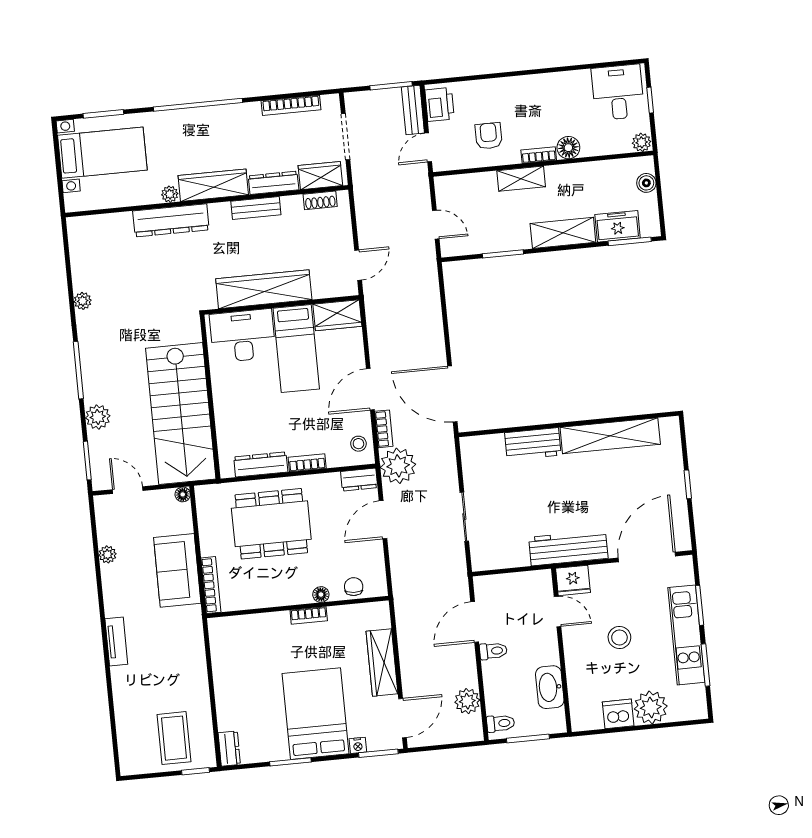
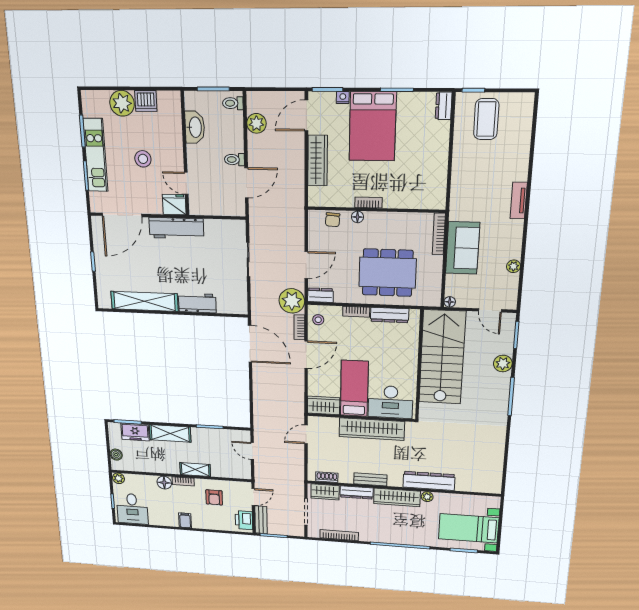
filing cabinet: (532, 87) -> (185, 520), added
plant: (83, 301) -> (499, 441), removed

